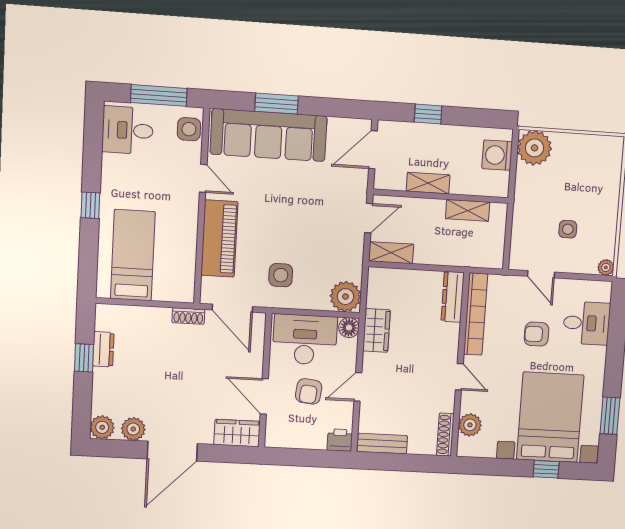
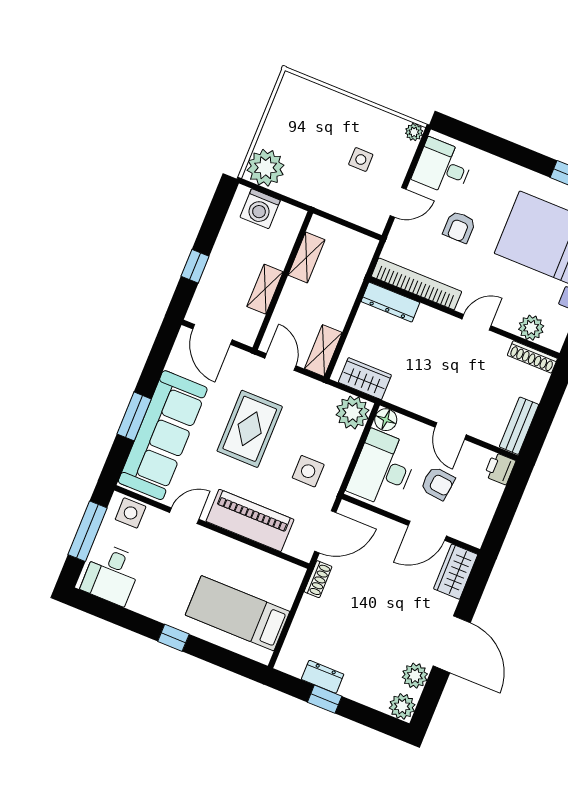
rug: (301, 211) -> (250, 429), added
desk: (587, 323) -> (443, 167), moved, turned -90
wardrobe: (377, 330) -> (365, 379), moved

